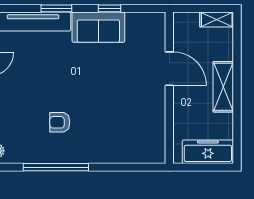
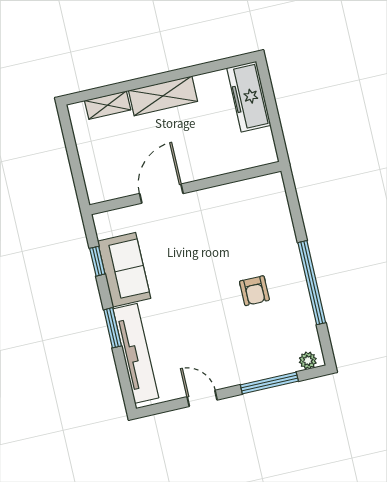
shelving: (217, 19) -> (108, 105), moved, turned 90
door: (169, 69) -> (161, 194), moved
wall: (169, 88) -> (185, 188), moved

